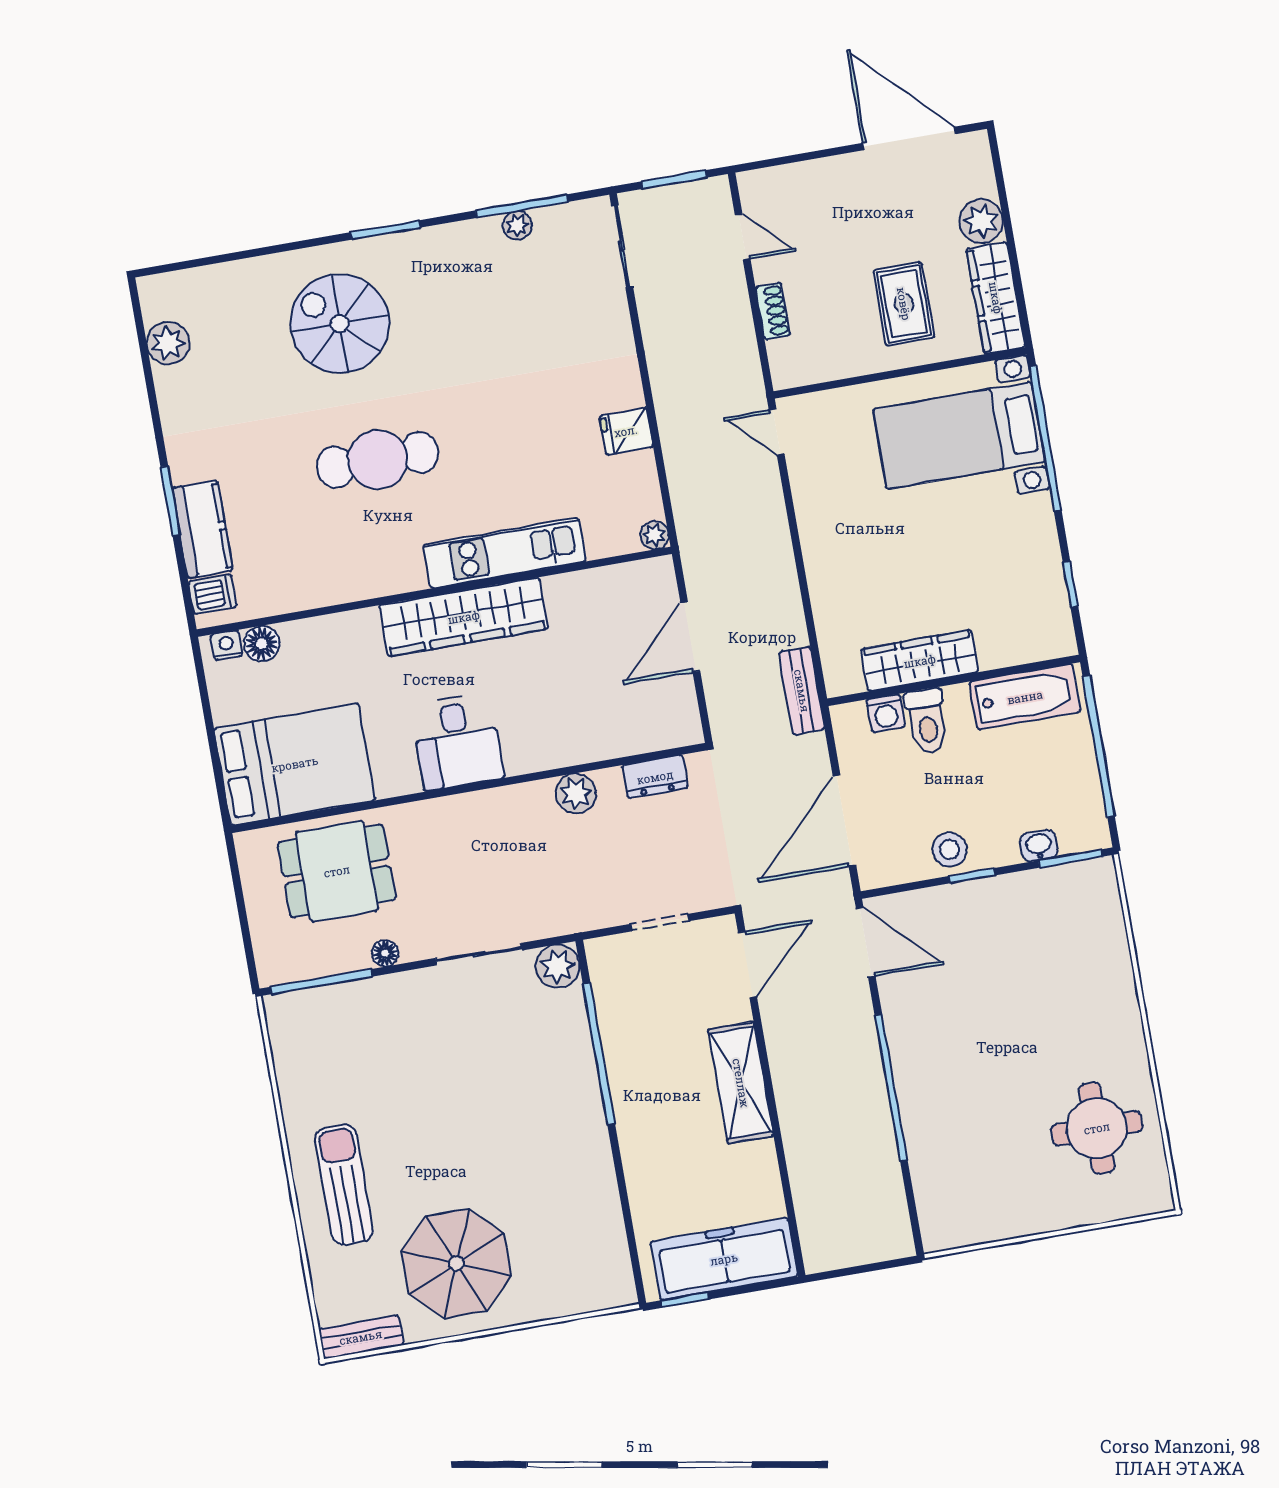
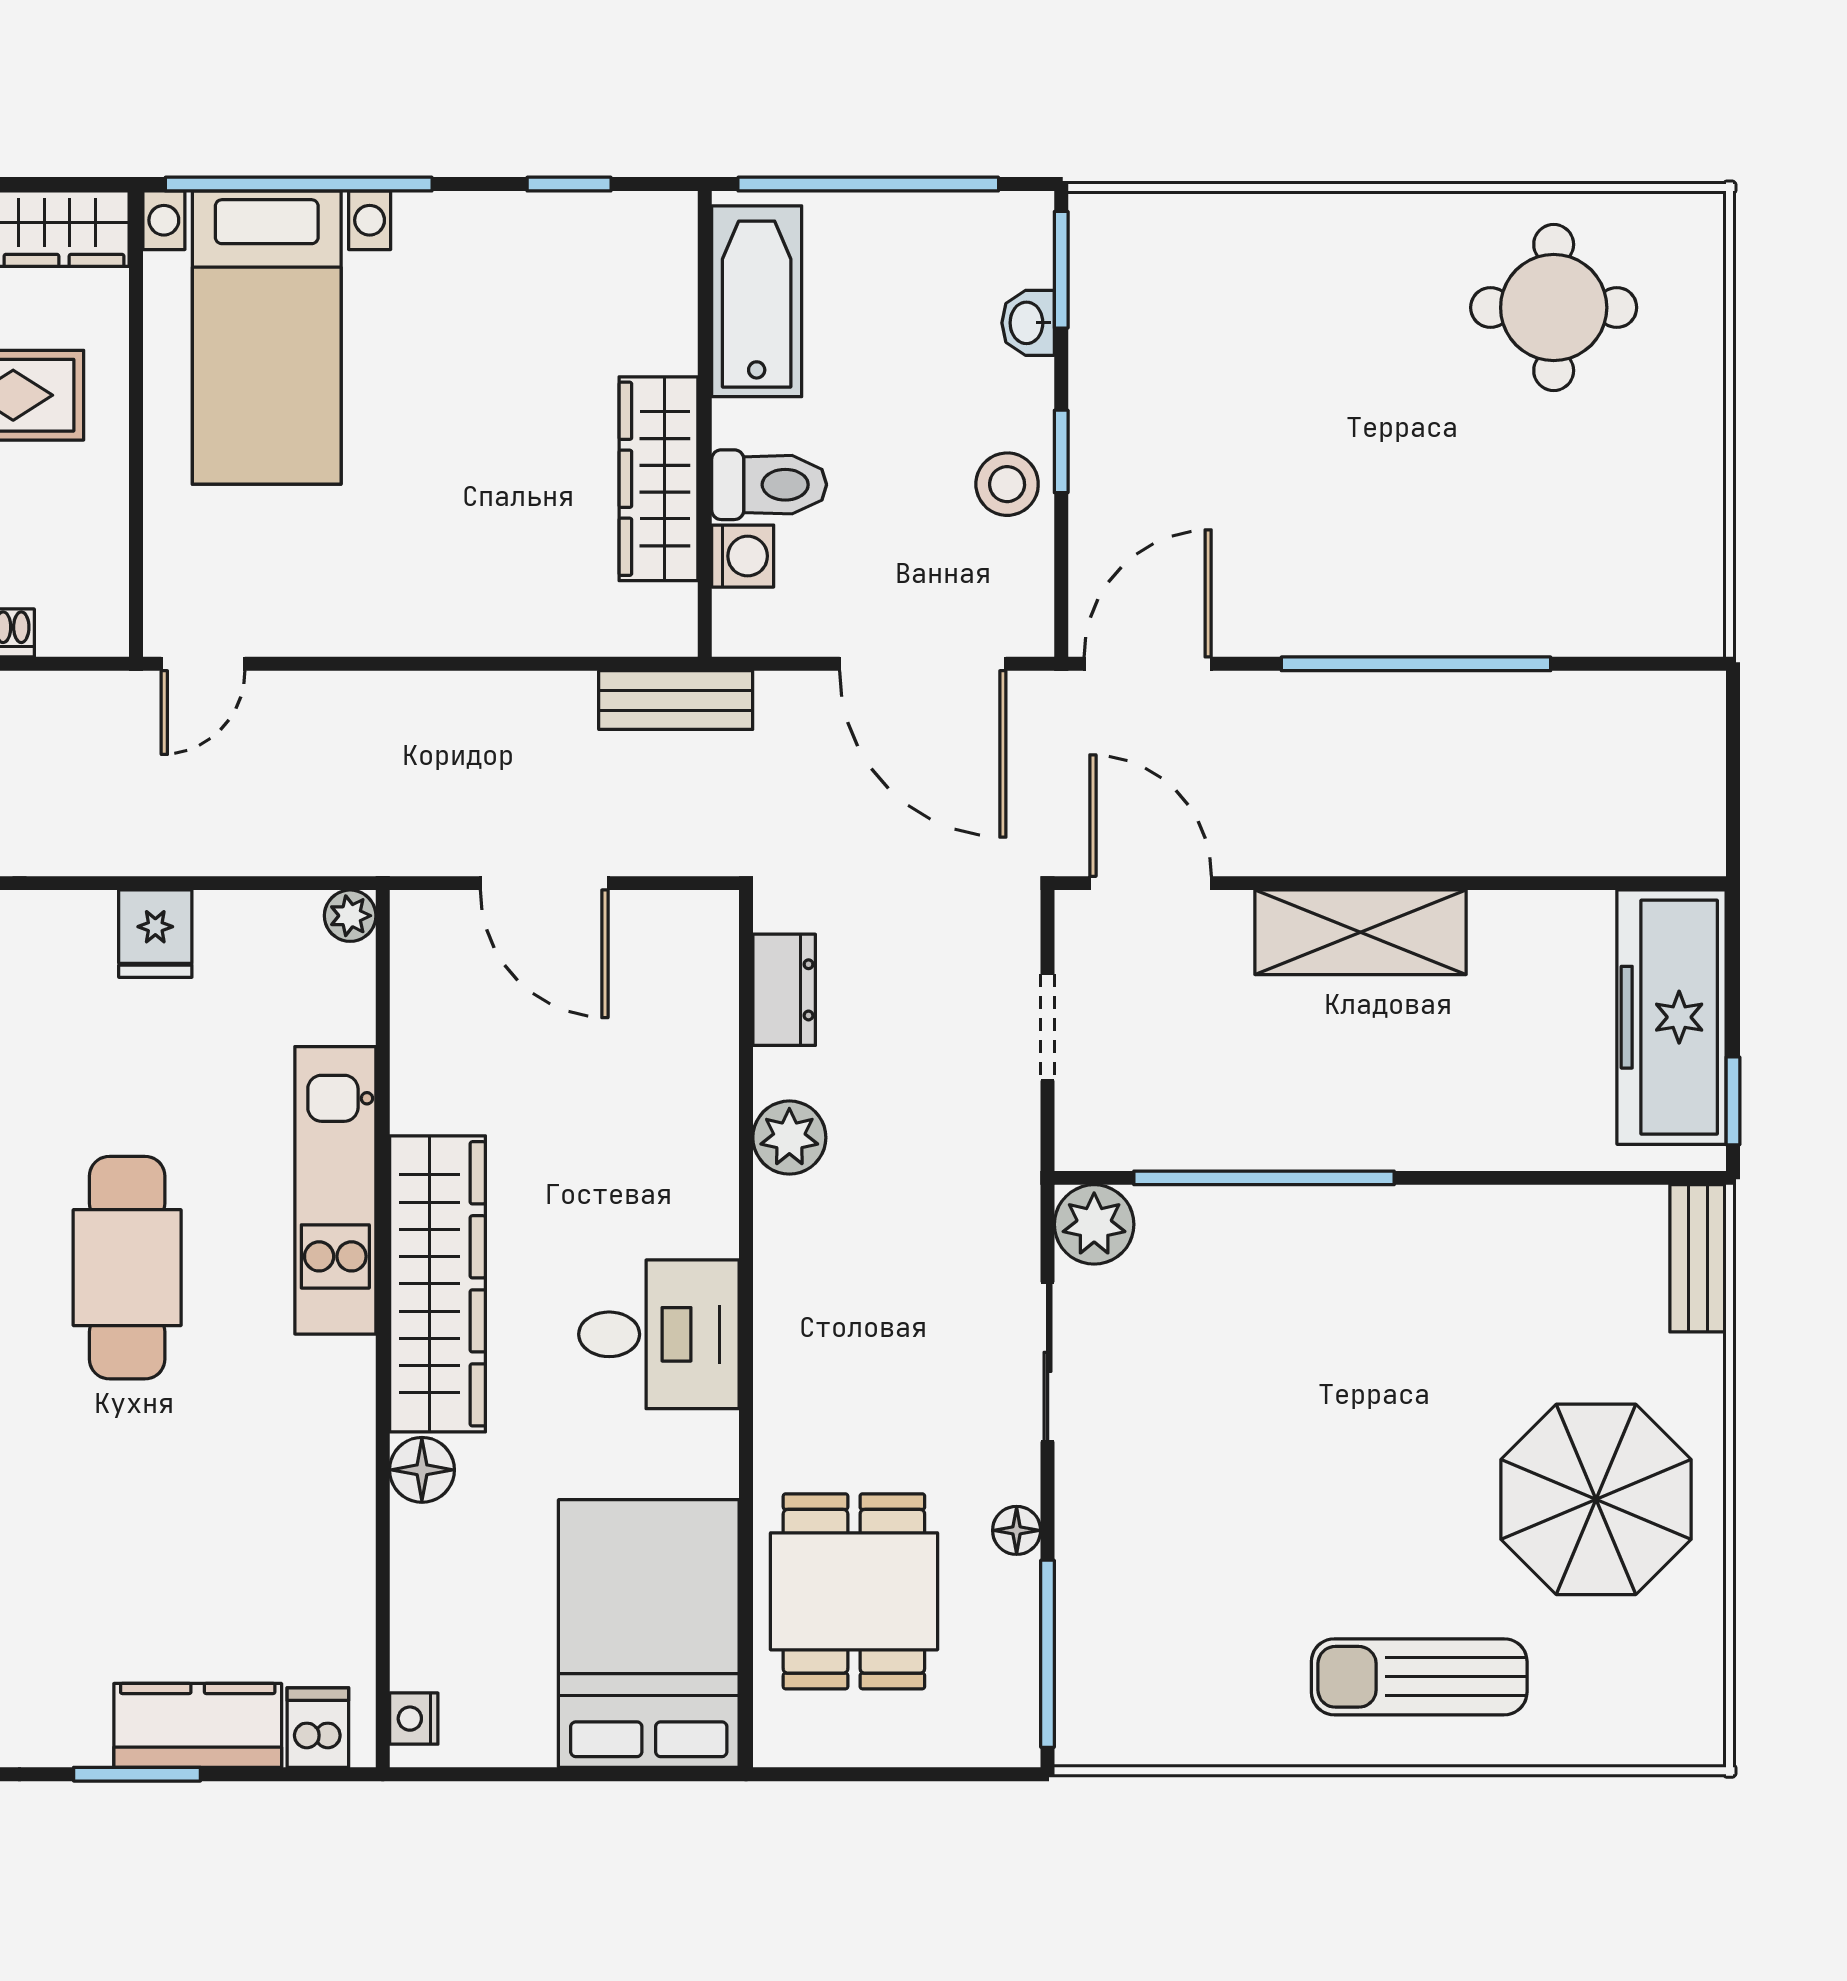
cafe table: (378, 460) -> (127, 1268), moved
floor lamp: (262, 644) -> (422, 1470), moved
bench: (361, 1337) -> (1698, 1258), moved

